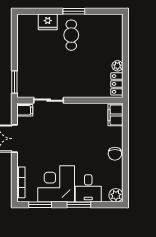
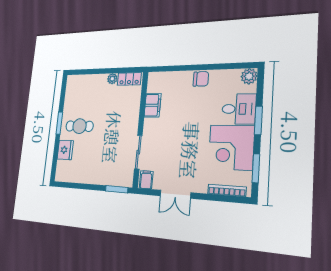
filing cabinet: (115, 115) -> (153, 105), moved, turned -90

